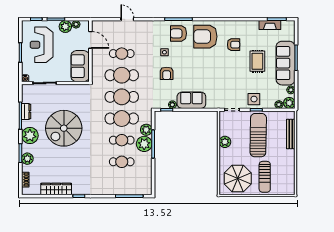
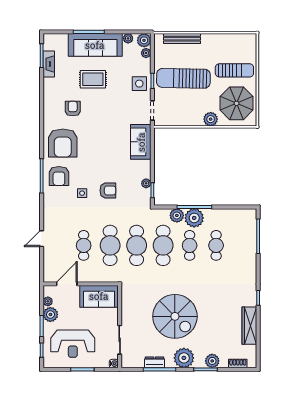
sofa: (191, 100) -> (141, 142), moved
plant: (225, 142) -> (211, 119), moved

